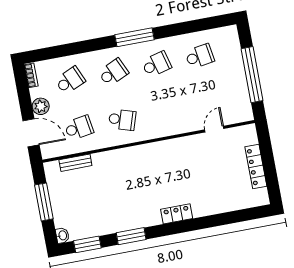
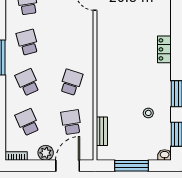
stool: (105, 209) -> (148, 113), added

